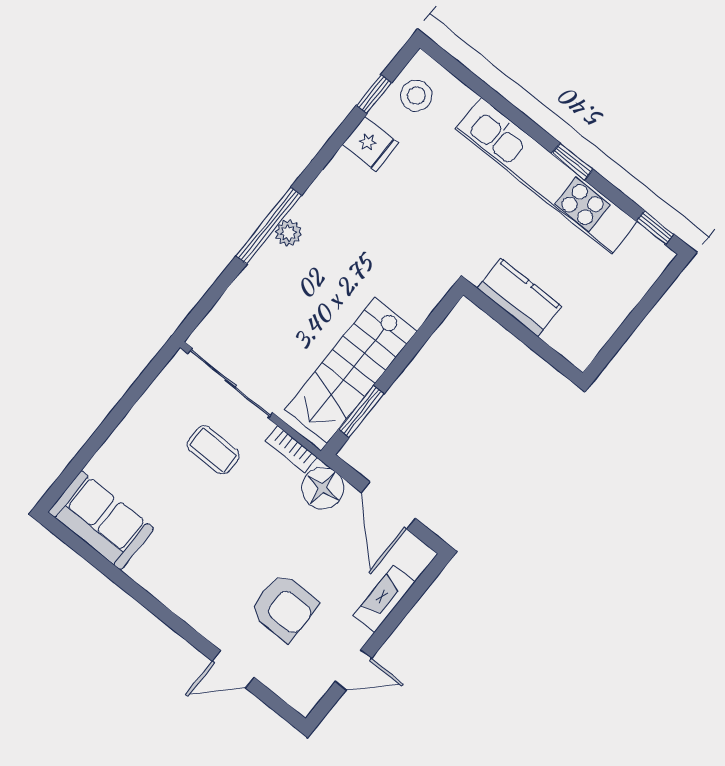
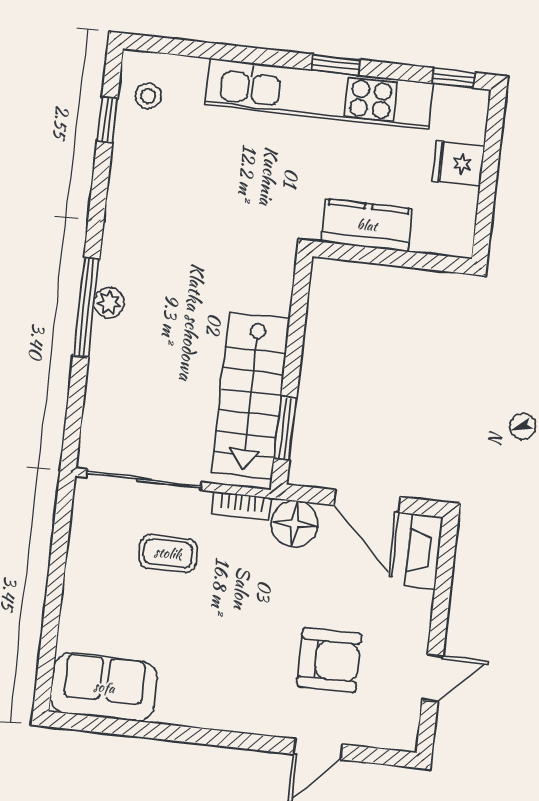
stool: (416, 96) -> (148, 96), width x0.73, depth x0.73
fridge: (370, 144) -> (458, 164), moved, turned 180
fireplace: (384, 599) -> (424, 551), moved

